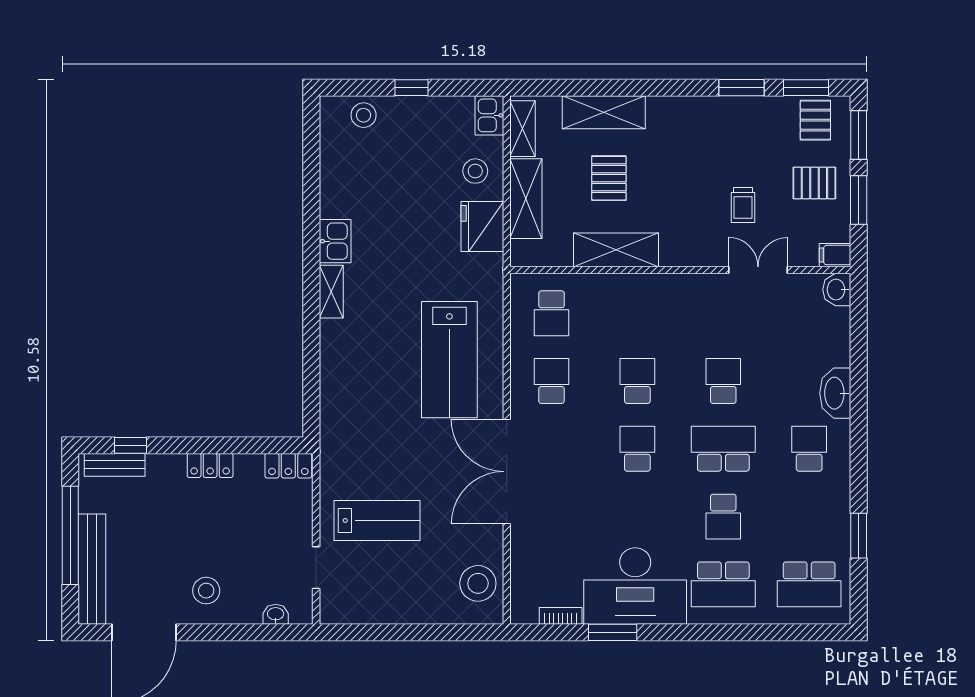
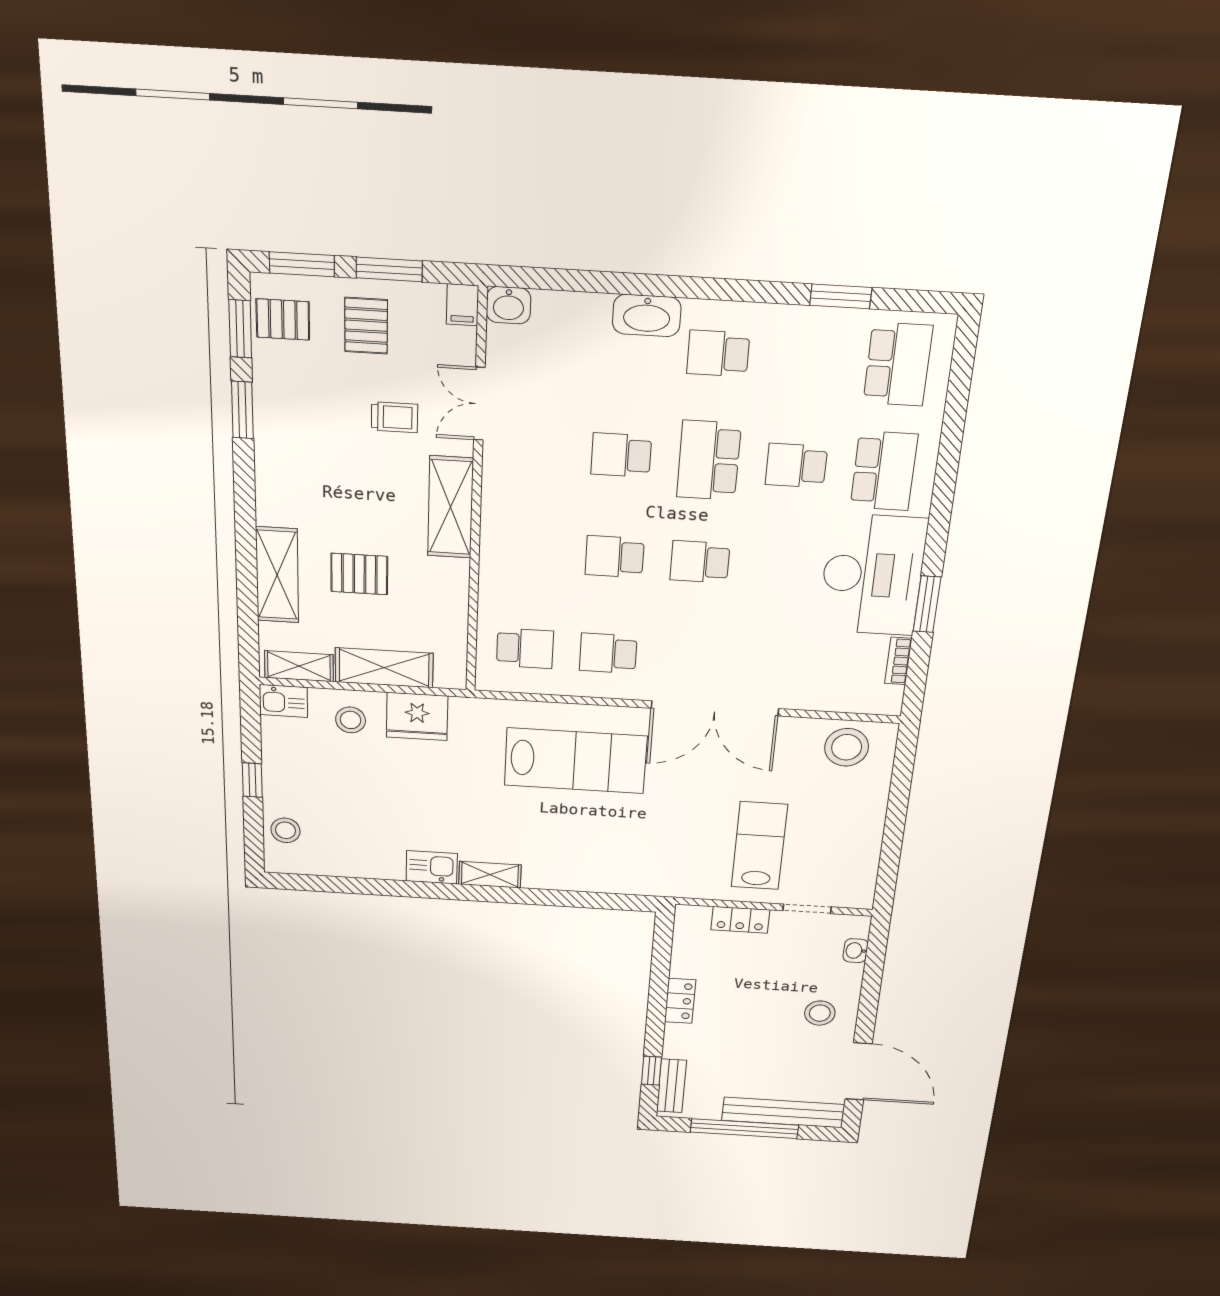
shelving: (616, 250) -> (450, 507), moved
locker: (288, 466) -> (740, 920), moved, turned 90
school desk: (723, 517) -> (796, 466), turned 180

